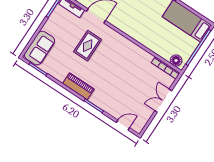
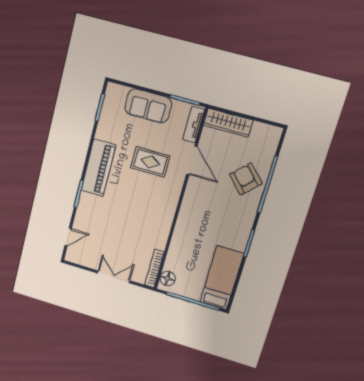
sofa: (40, 48) -> (148, 106), moved
piano: (78, 86) -> (98, 168), width x1.37, depth x1.33
door: (123, 125) -> (68, 237), hinge flipped

